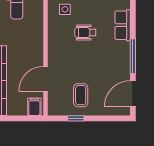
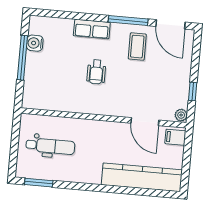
side table: (65, 9) -> (68, 93), removed
coffee table: (81, 95) -> (137, 47), moved, turned 90
plant: (54, 110) -> (181, 115), added

